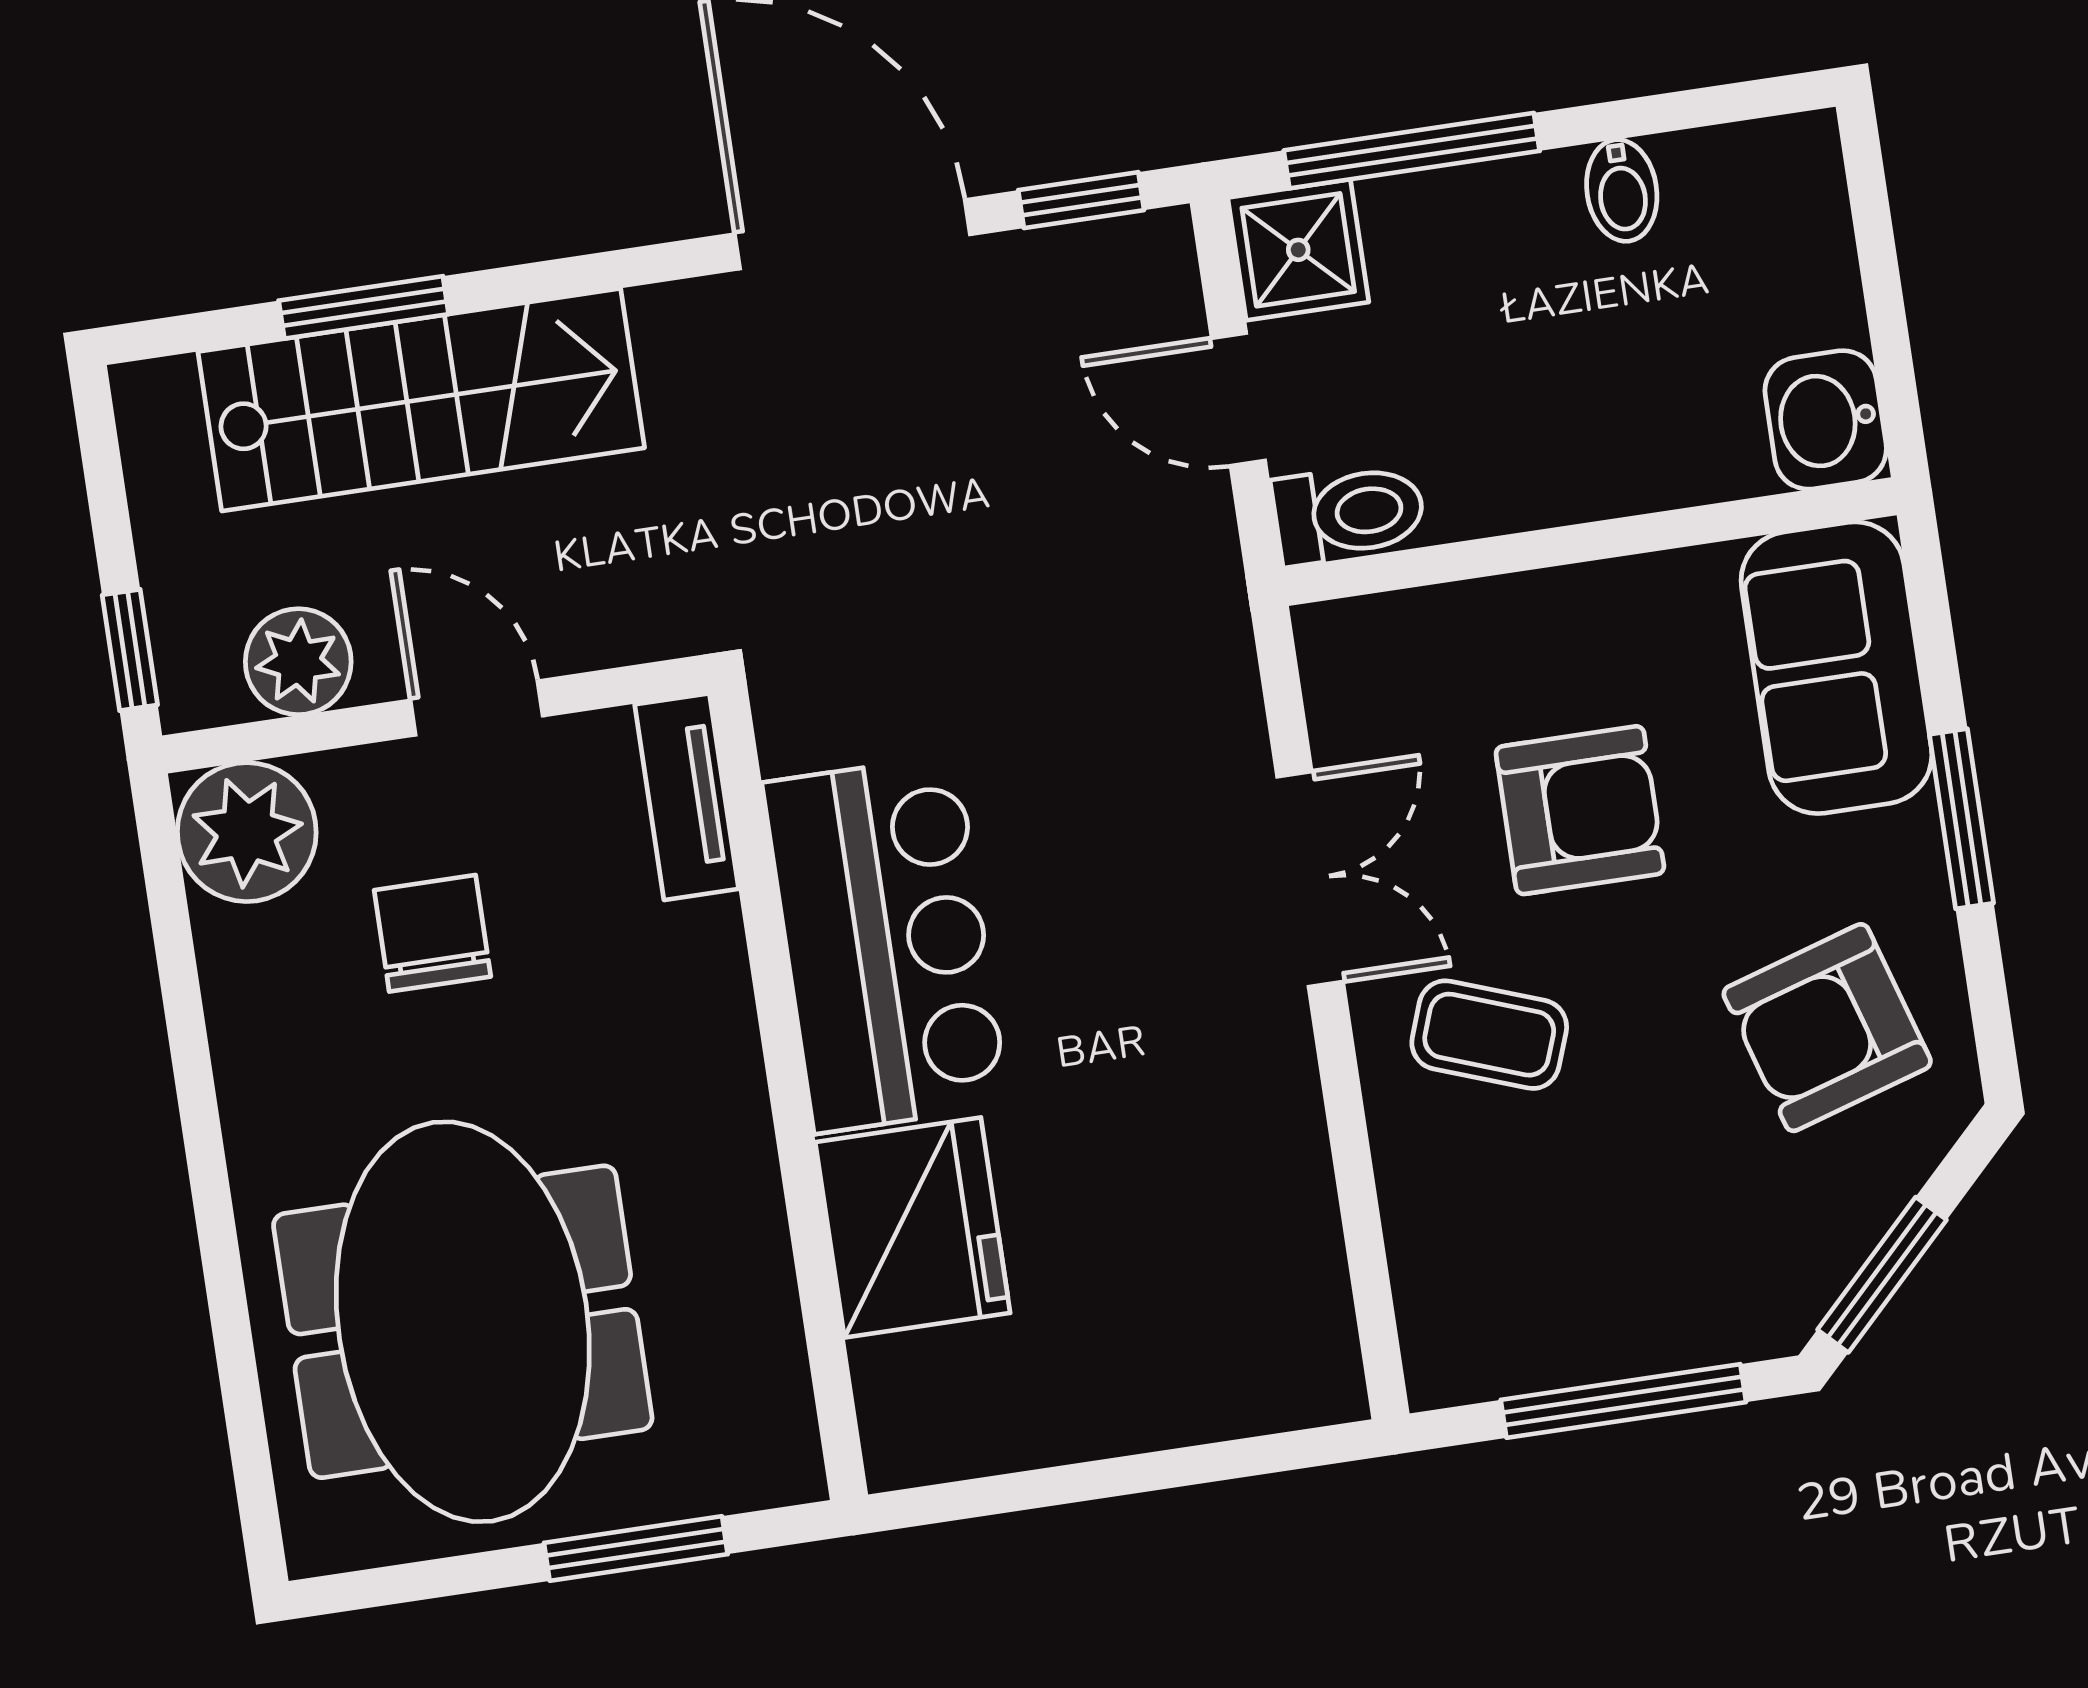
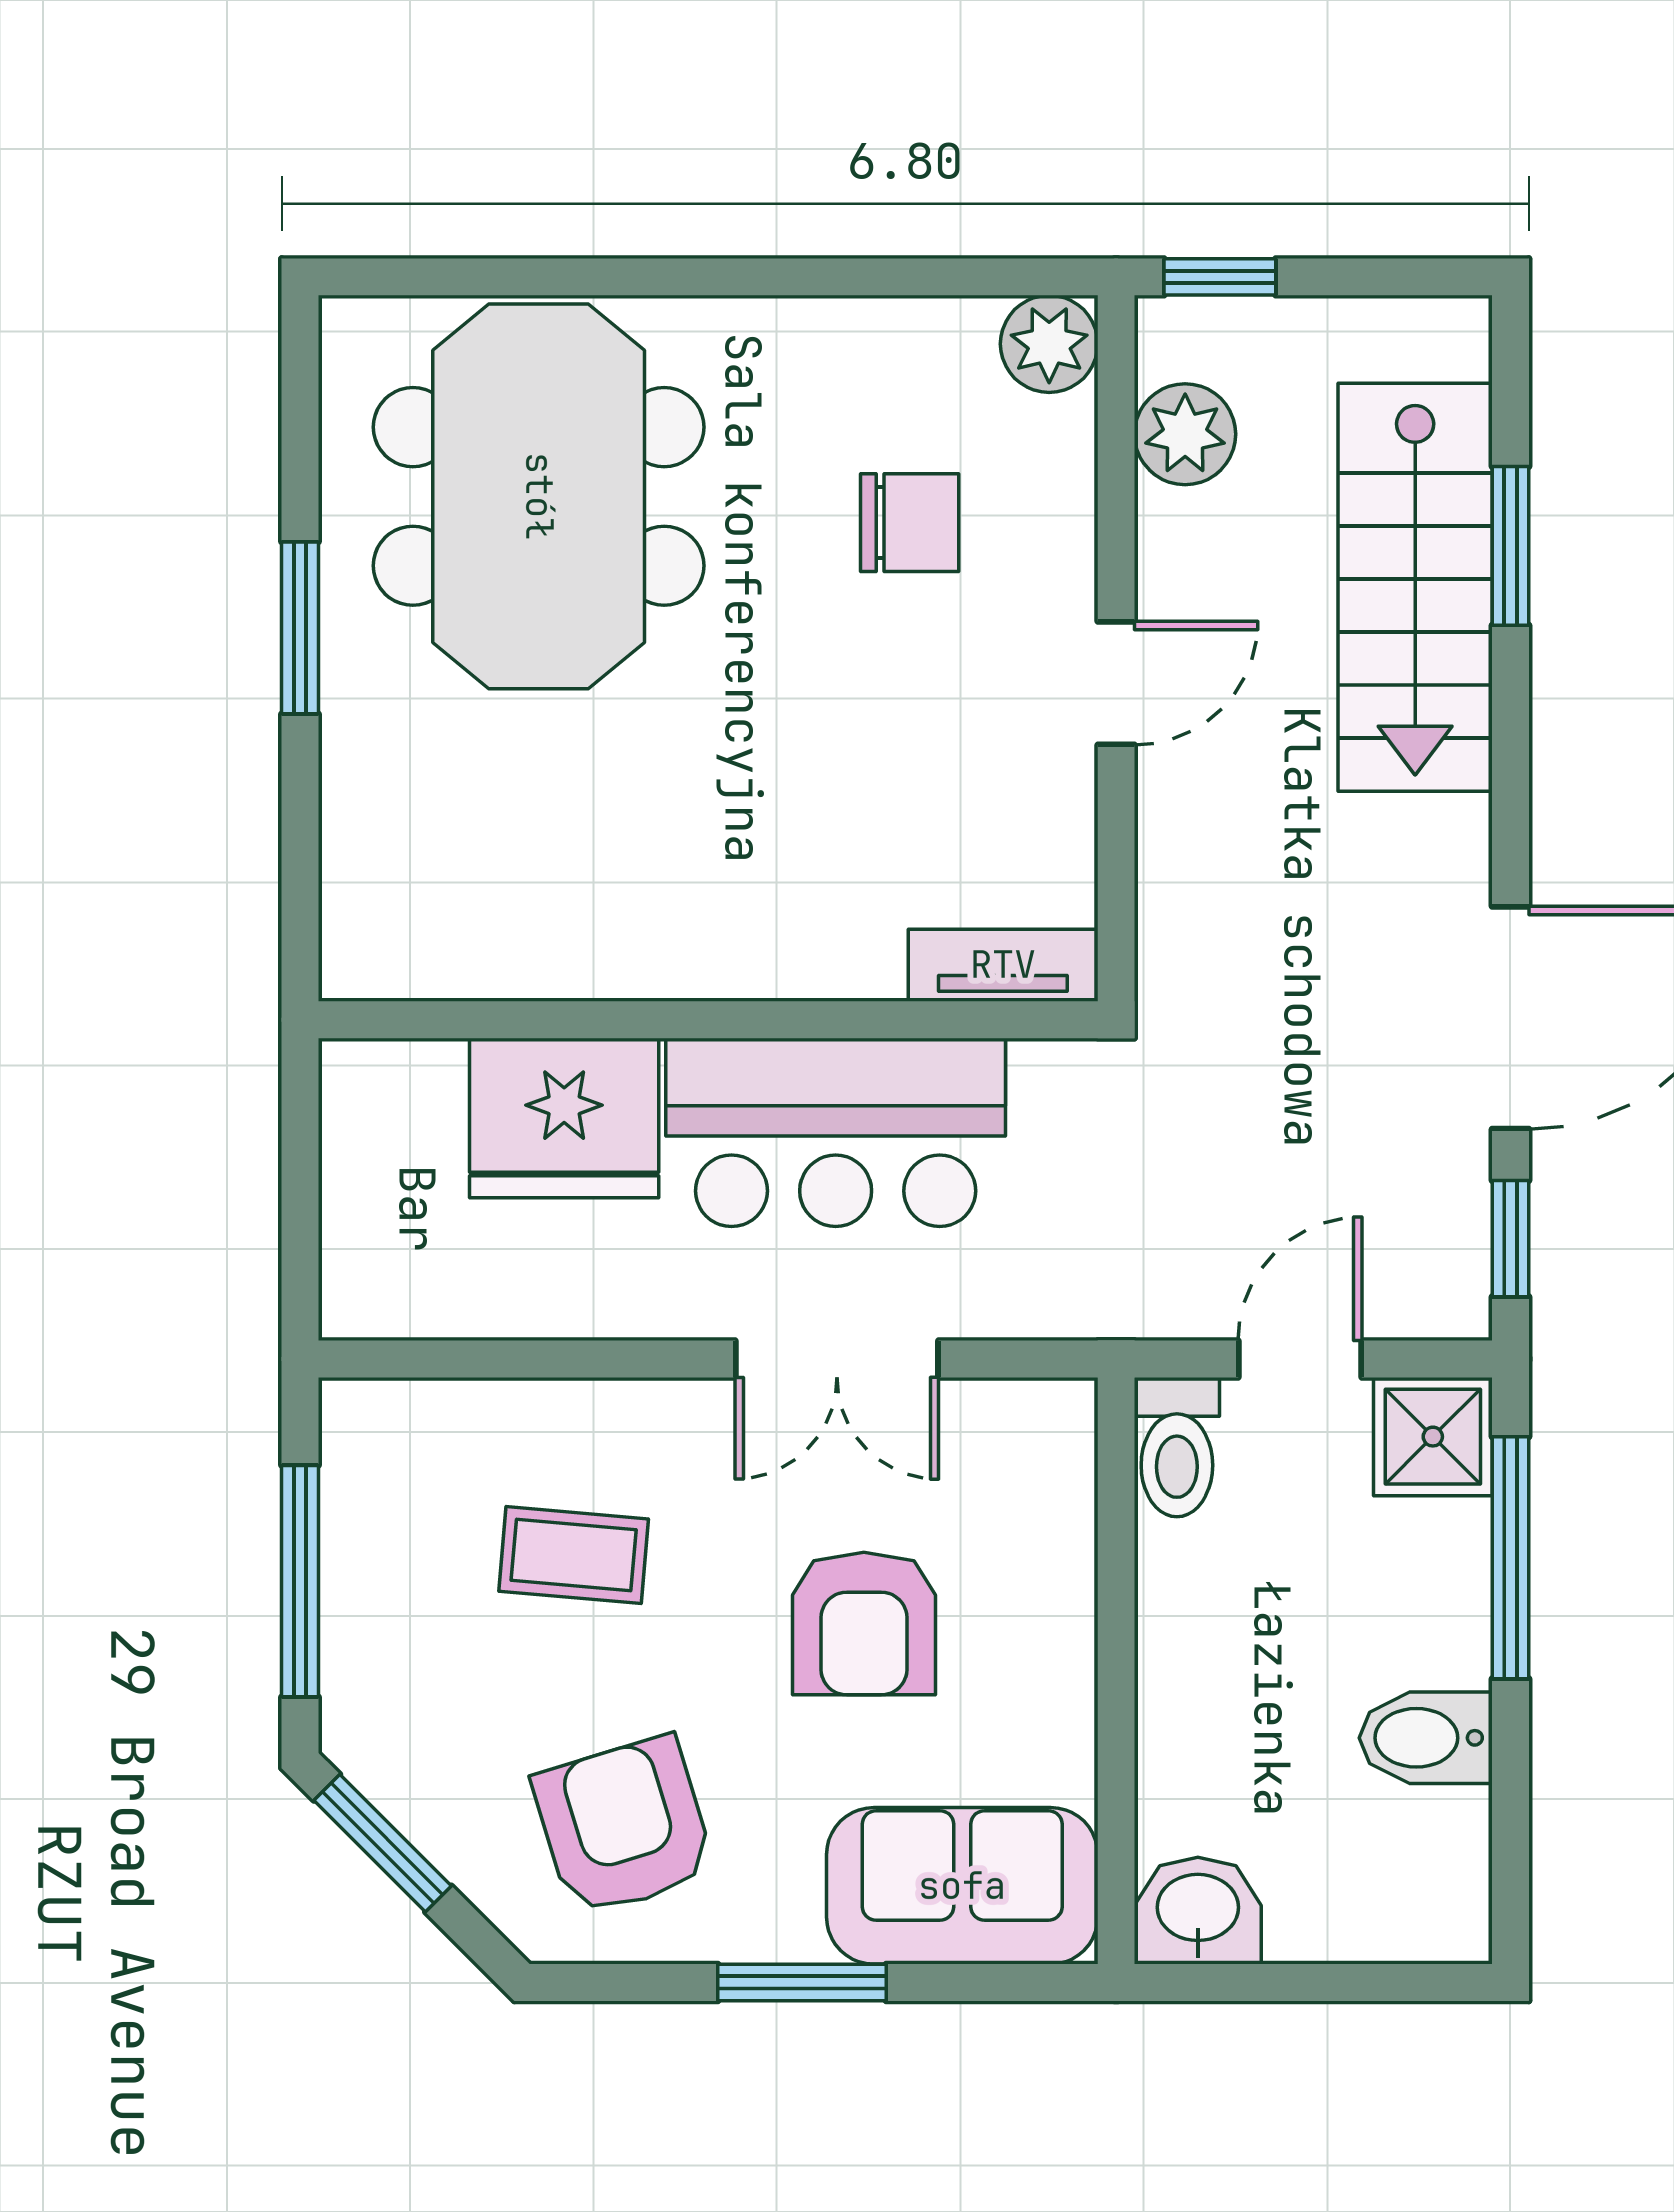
bidet: (1622, 190) -> (1426, 1738), width x1.38, depth x1.36
door: (477, 708) -> (1116, 683), moved
tv unit: (687, 797) -> (1003, 965), moved
plant: (247, 832) -> (1049, 344), width x0.73, depth x0.73
bar counter: (886, 944) -> (836, 1132), moved
coffee table: (1489, 1035) -> (574, 1555), moved, turned 75
wall: (789, 1094) -> (708, 1020), moved
fridge: (913, 1227) -> (564, 1118), moved
meeting table: (463, 1322) -> (539, 496), turned 90

